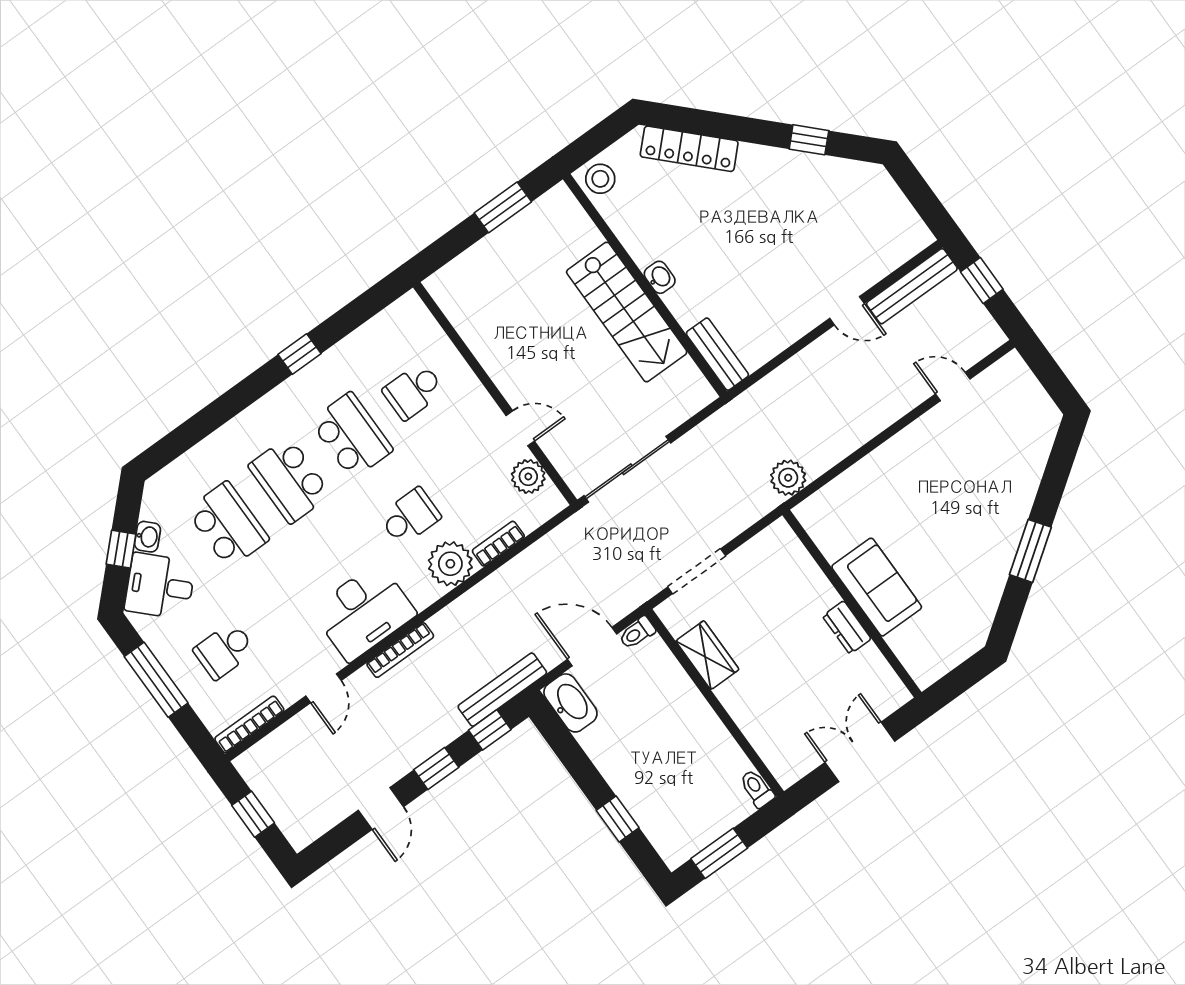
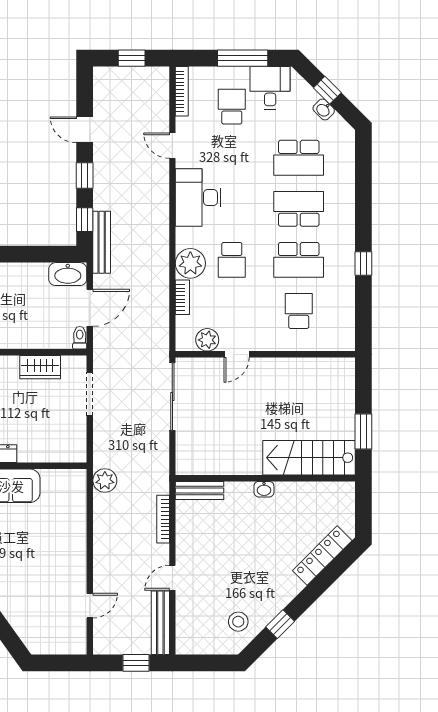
stool: (600, 179) -> (238, 622), moved
stairs: (627, 312) -> (309, 458), moved
desk: (160, 586) -> (270, 88), moved, turned -45
bookcase: (400, 650) -> (163, 519), moved

